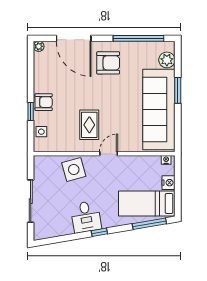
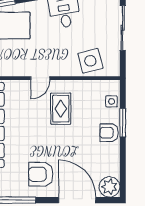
plant: (39, 46) -> (109, 187), width x1.87, depth x1.87
window: (31, 111) -> (123, 123), width x1.50
side table: (74, 170) -> (90, 61), moved

